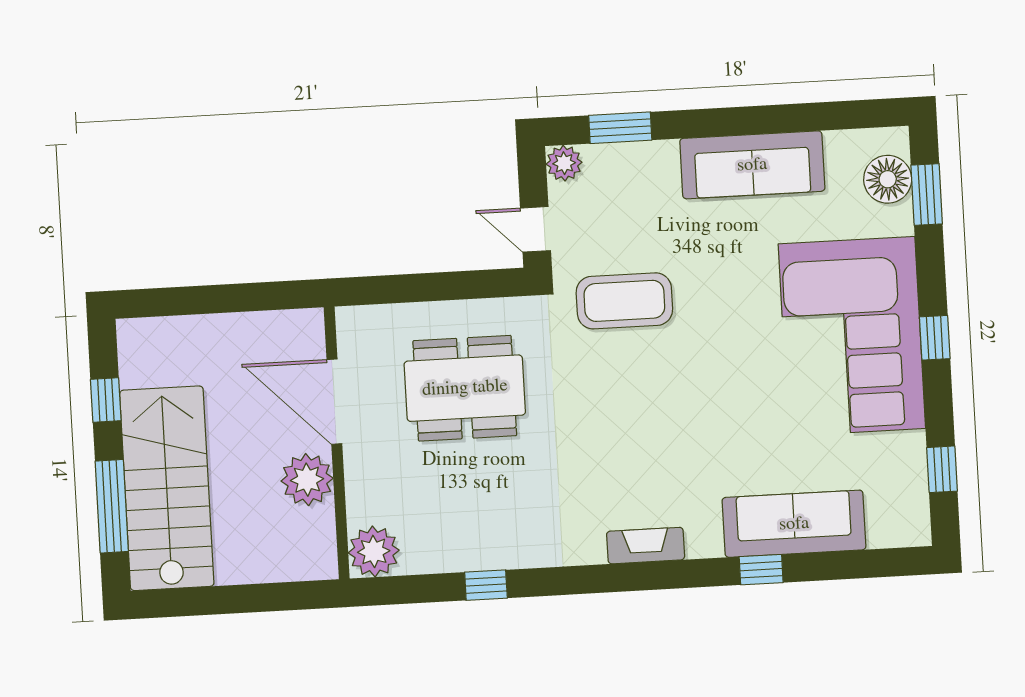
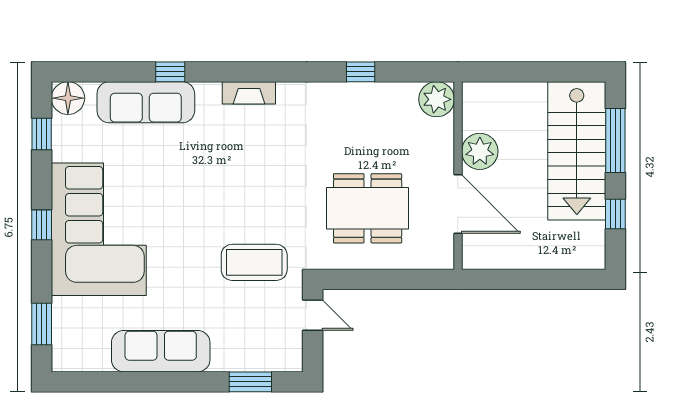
plant: (564, 163) -> (290, 360), removed
floor lamp: (888, 179) -> (68, 98), moved

